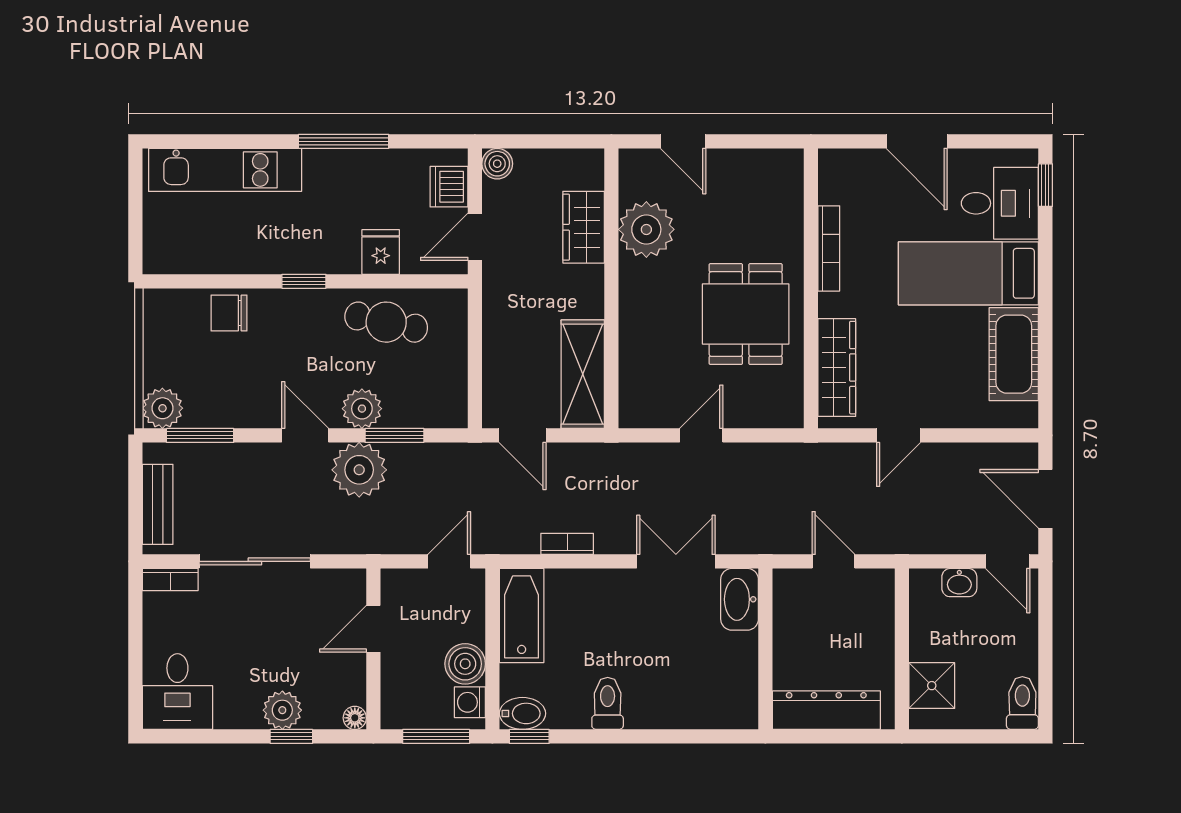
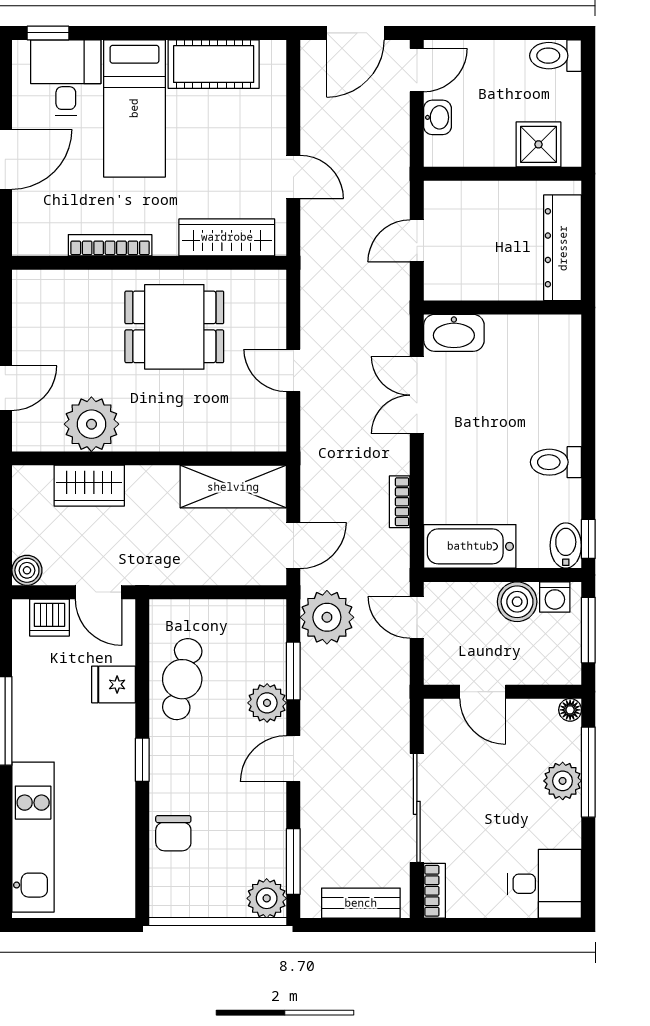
plant: (359, 470) -> (327, 617), moved
window: (291, 736) -> (588, 772), width x2.17

